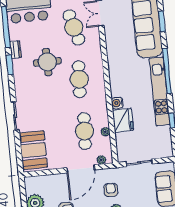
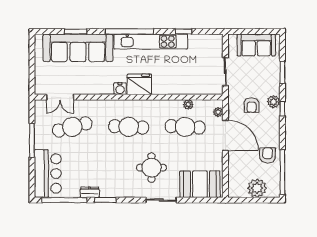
round table: (47, 62) -> (152, 168), moved
water cooler: (117, 103) -> (120, 89), moved
fridge: (123, 120) -> (139, 84), moved
armchair: (111, 190) -> (252, 105), turned -90

